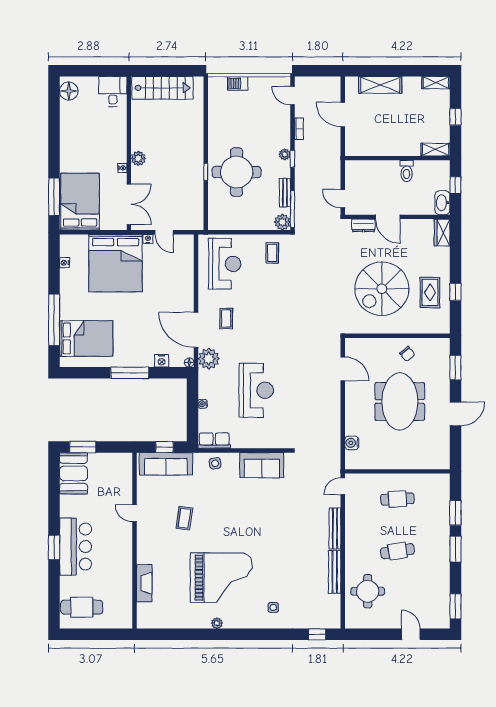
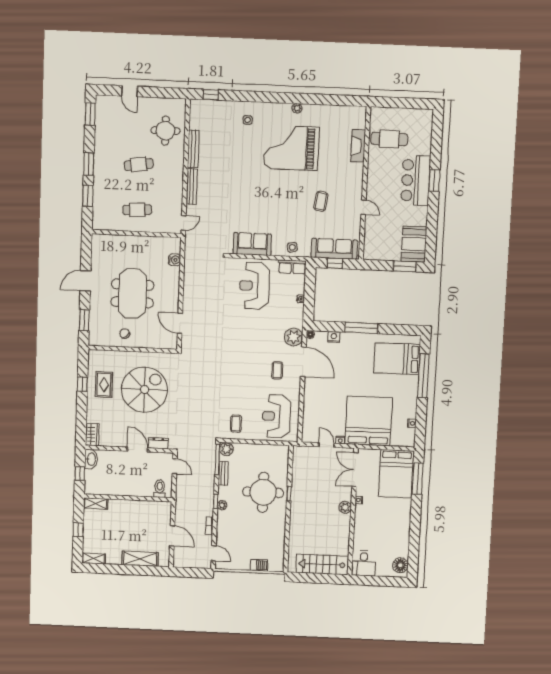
toilet: (407, 171) -> (160, 489), moved
reception desk: (256, 390) -> (254, 286), moved
cafe table: (82, 607) -> (389, 139), moved

